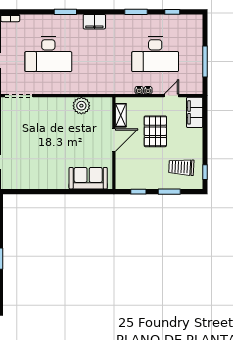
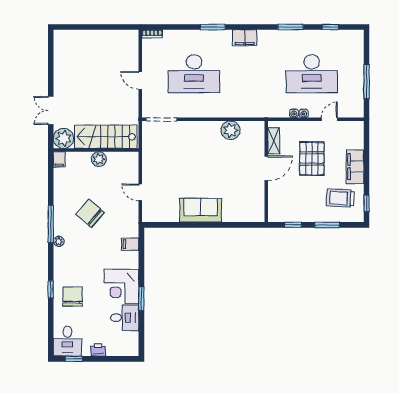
filing cabinet: (195, 112) -> (355, 167), moved
sofa: (88, 178) -> (201, 210), moved

